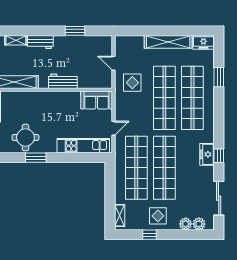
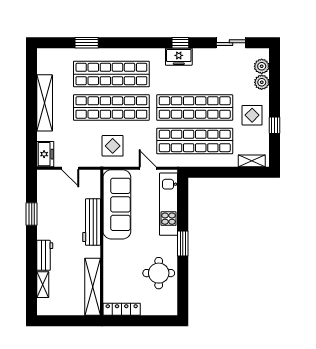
freezer: (203, 42) -> (45, 154), moved
door: (113, 63) -> (70, 168), hinge flipped
workbench: (63, 81) -> (92, 222), width x1.38
display table: (132, 83) -> (113, 146), moved
sofa: (97, 100) -> (117, 204), width x1.85, depth x1.27
window: (36, 158) -> (183, 244), moved
sliding door: (219, 198) -> (231, 43), width x0.73

